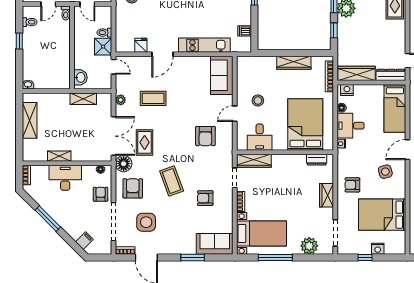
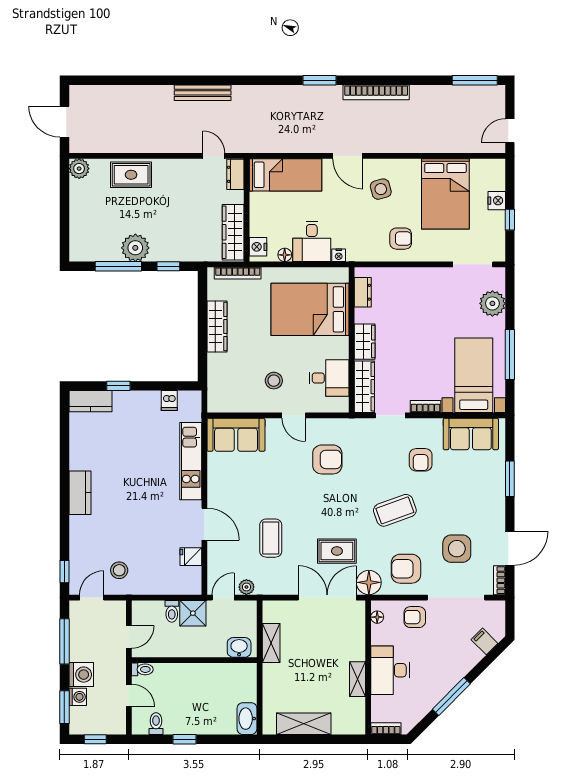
dresser: (391, 75) -> (235, 174), width x0.70
washbasin: (28, 85) -> (247, 719), width x1.91, depth x1.45
plant: (121, 100) -> (246, 587), moved
armchair: (352, 185) -> (401, 239), turned -90
wardrobe: (327, 195) -> (365, 342), moved, turned -90
sofa: (215, 244) -> (471, 434), moved, turned -90

